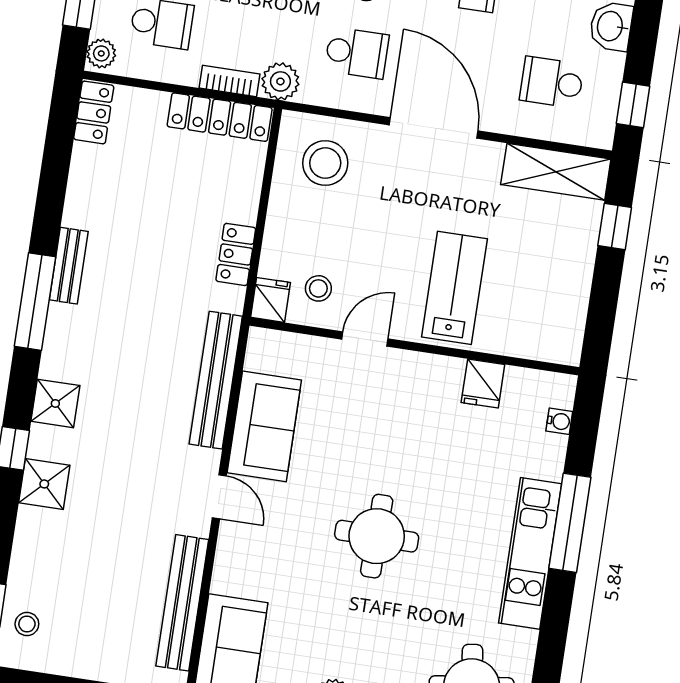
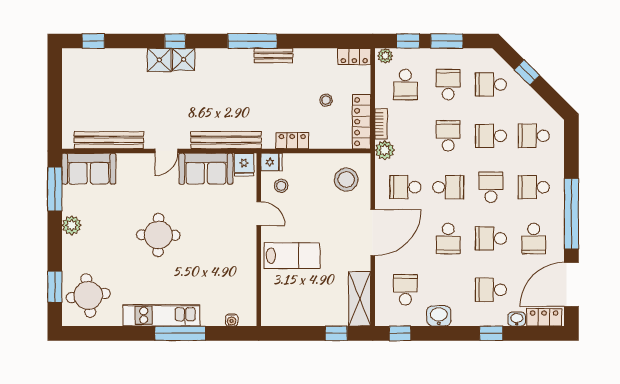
school desk: (357, 53) -> (405, 187), turned 90
fridge: (483, 384) -> (244, 165), moved, turned -90
shower: (55, 403) -> (184, 59), moved
stool: (27, 624) -> (326, 100), moved

